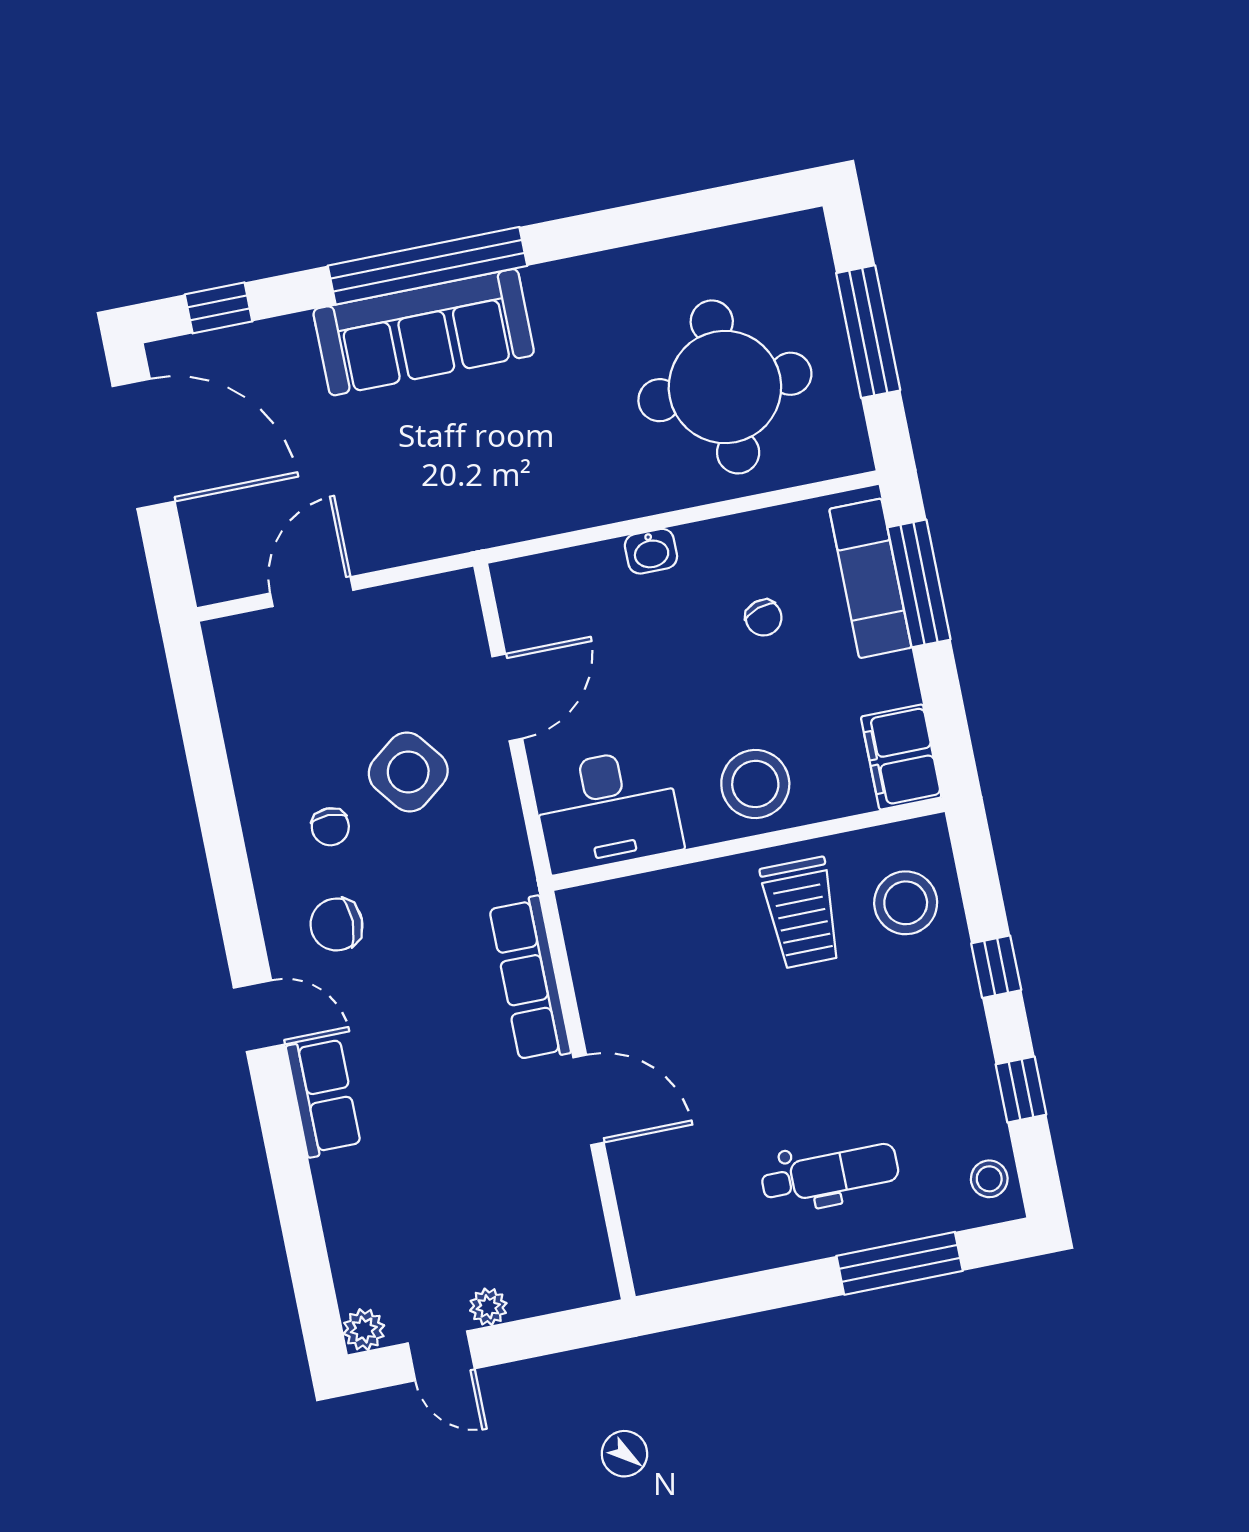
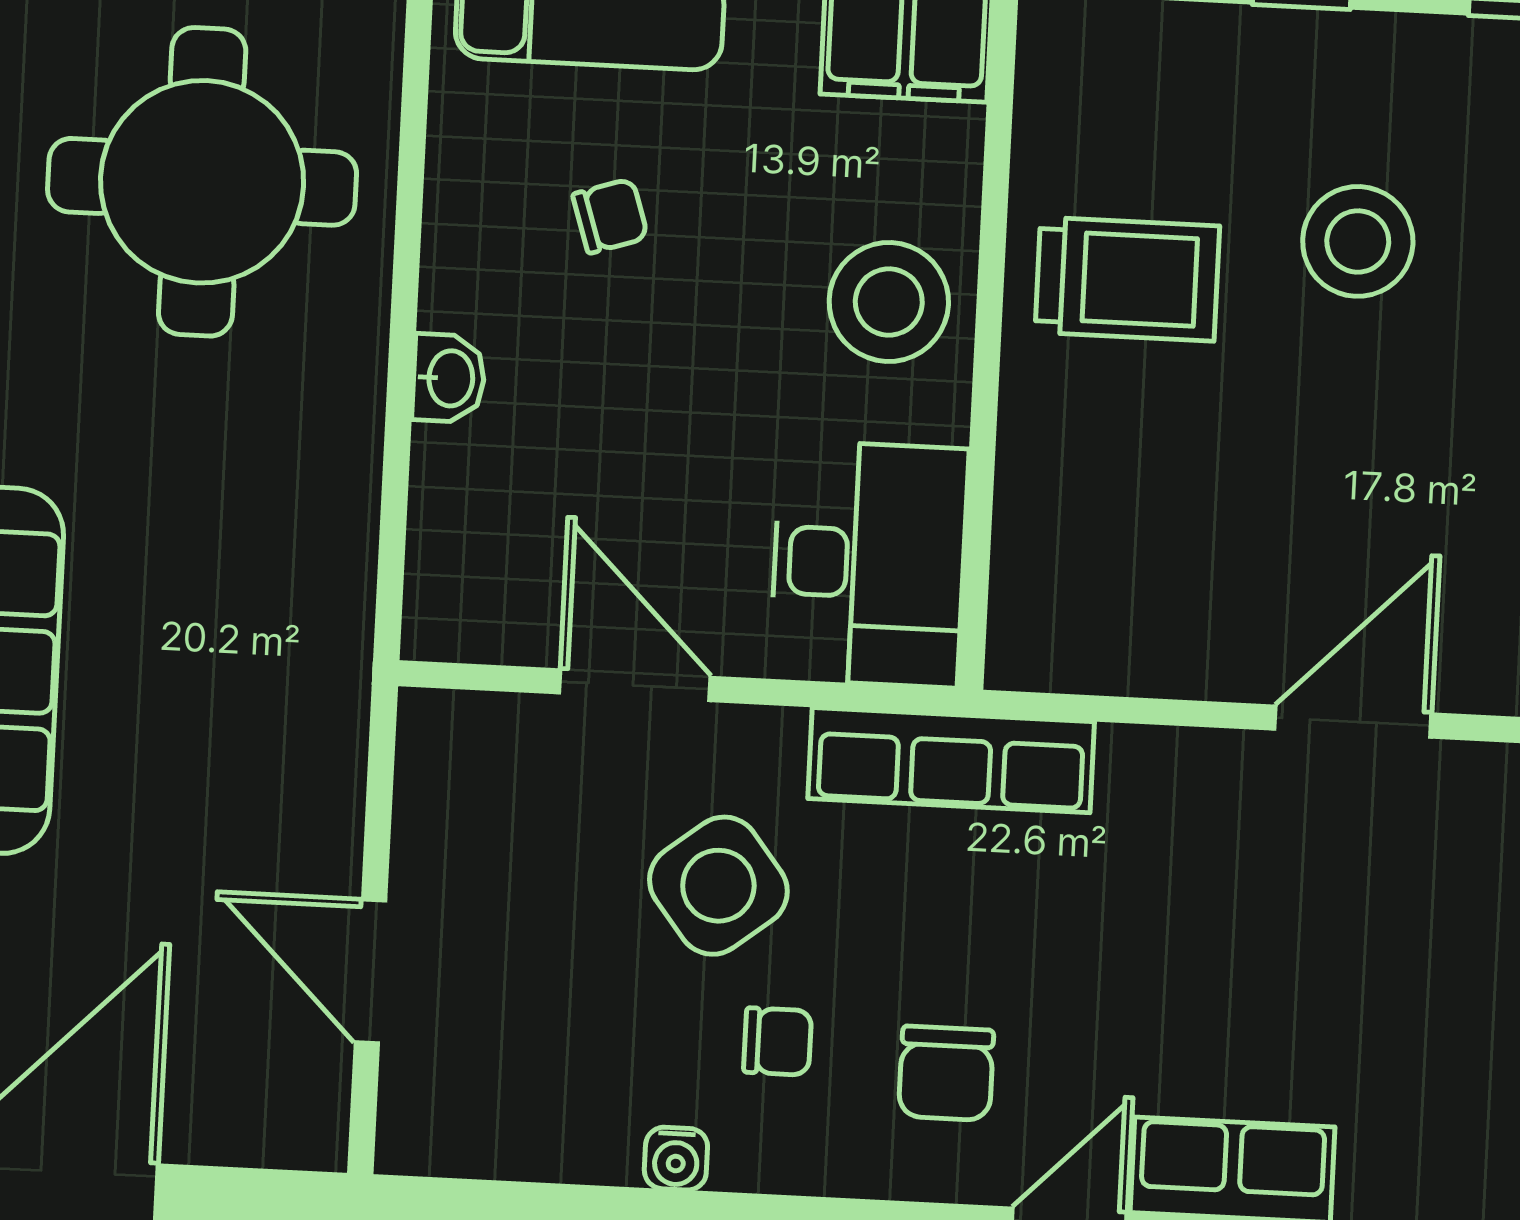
water cooler: (251, 787) -> (676, 1159), added
stool: (906, 903) -> (1358, 241), moved
row of seats: (530, 979) -> (951, 760), moved

